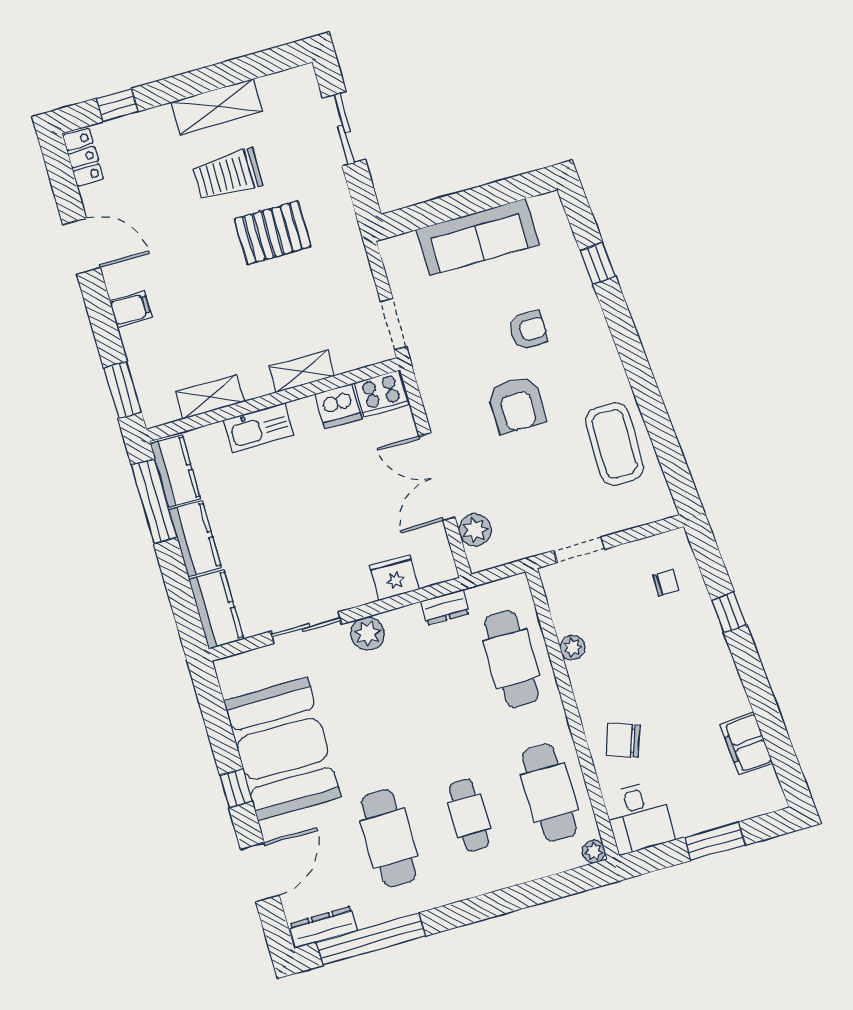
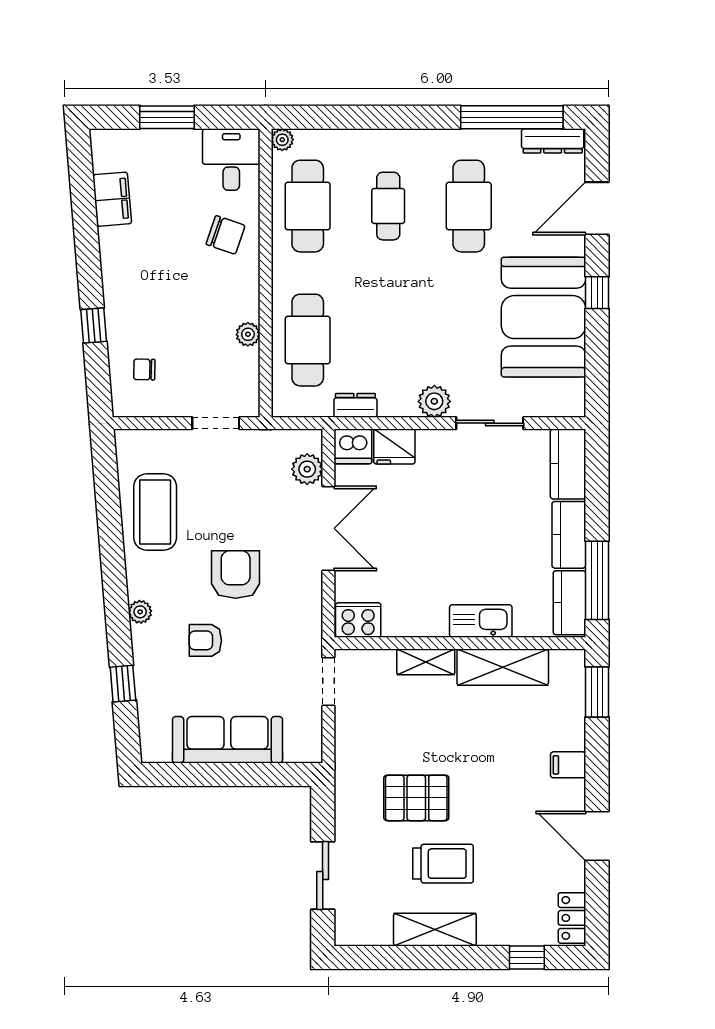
plant: (601, 340) -> (140, 612), added
shelving: (210, 397) -> (503, 667), width x1.50, depth x1.33
dishwasher: (338, 406) -> (353, 446), moved, turned 180

